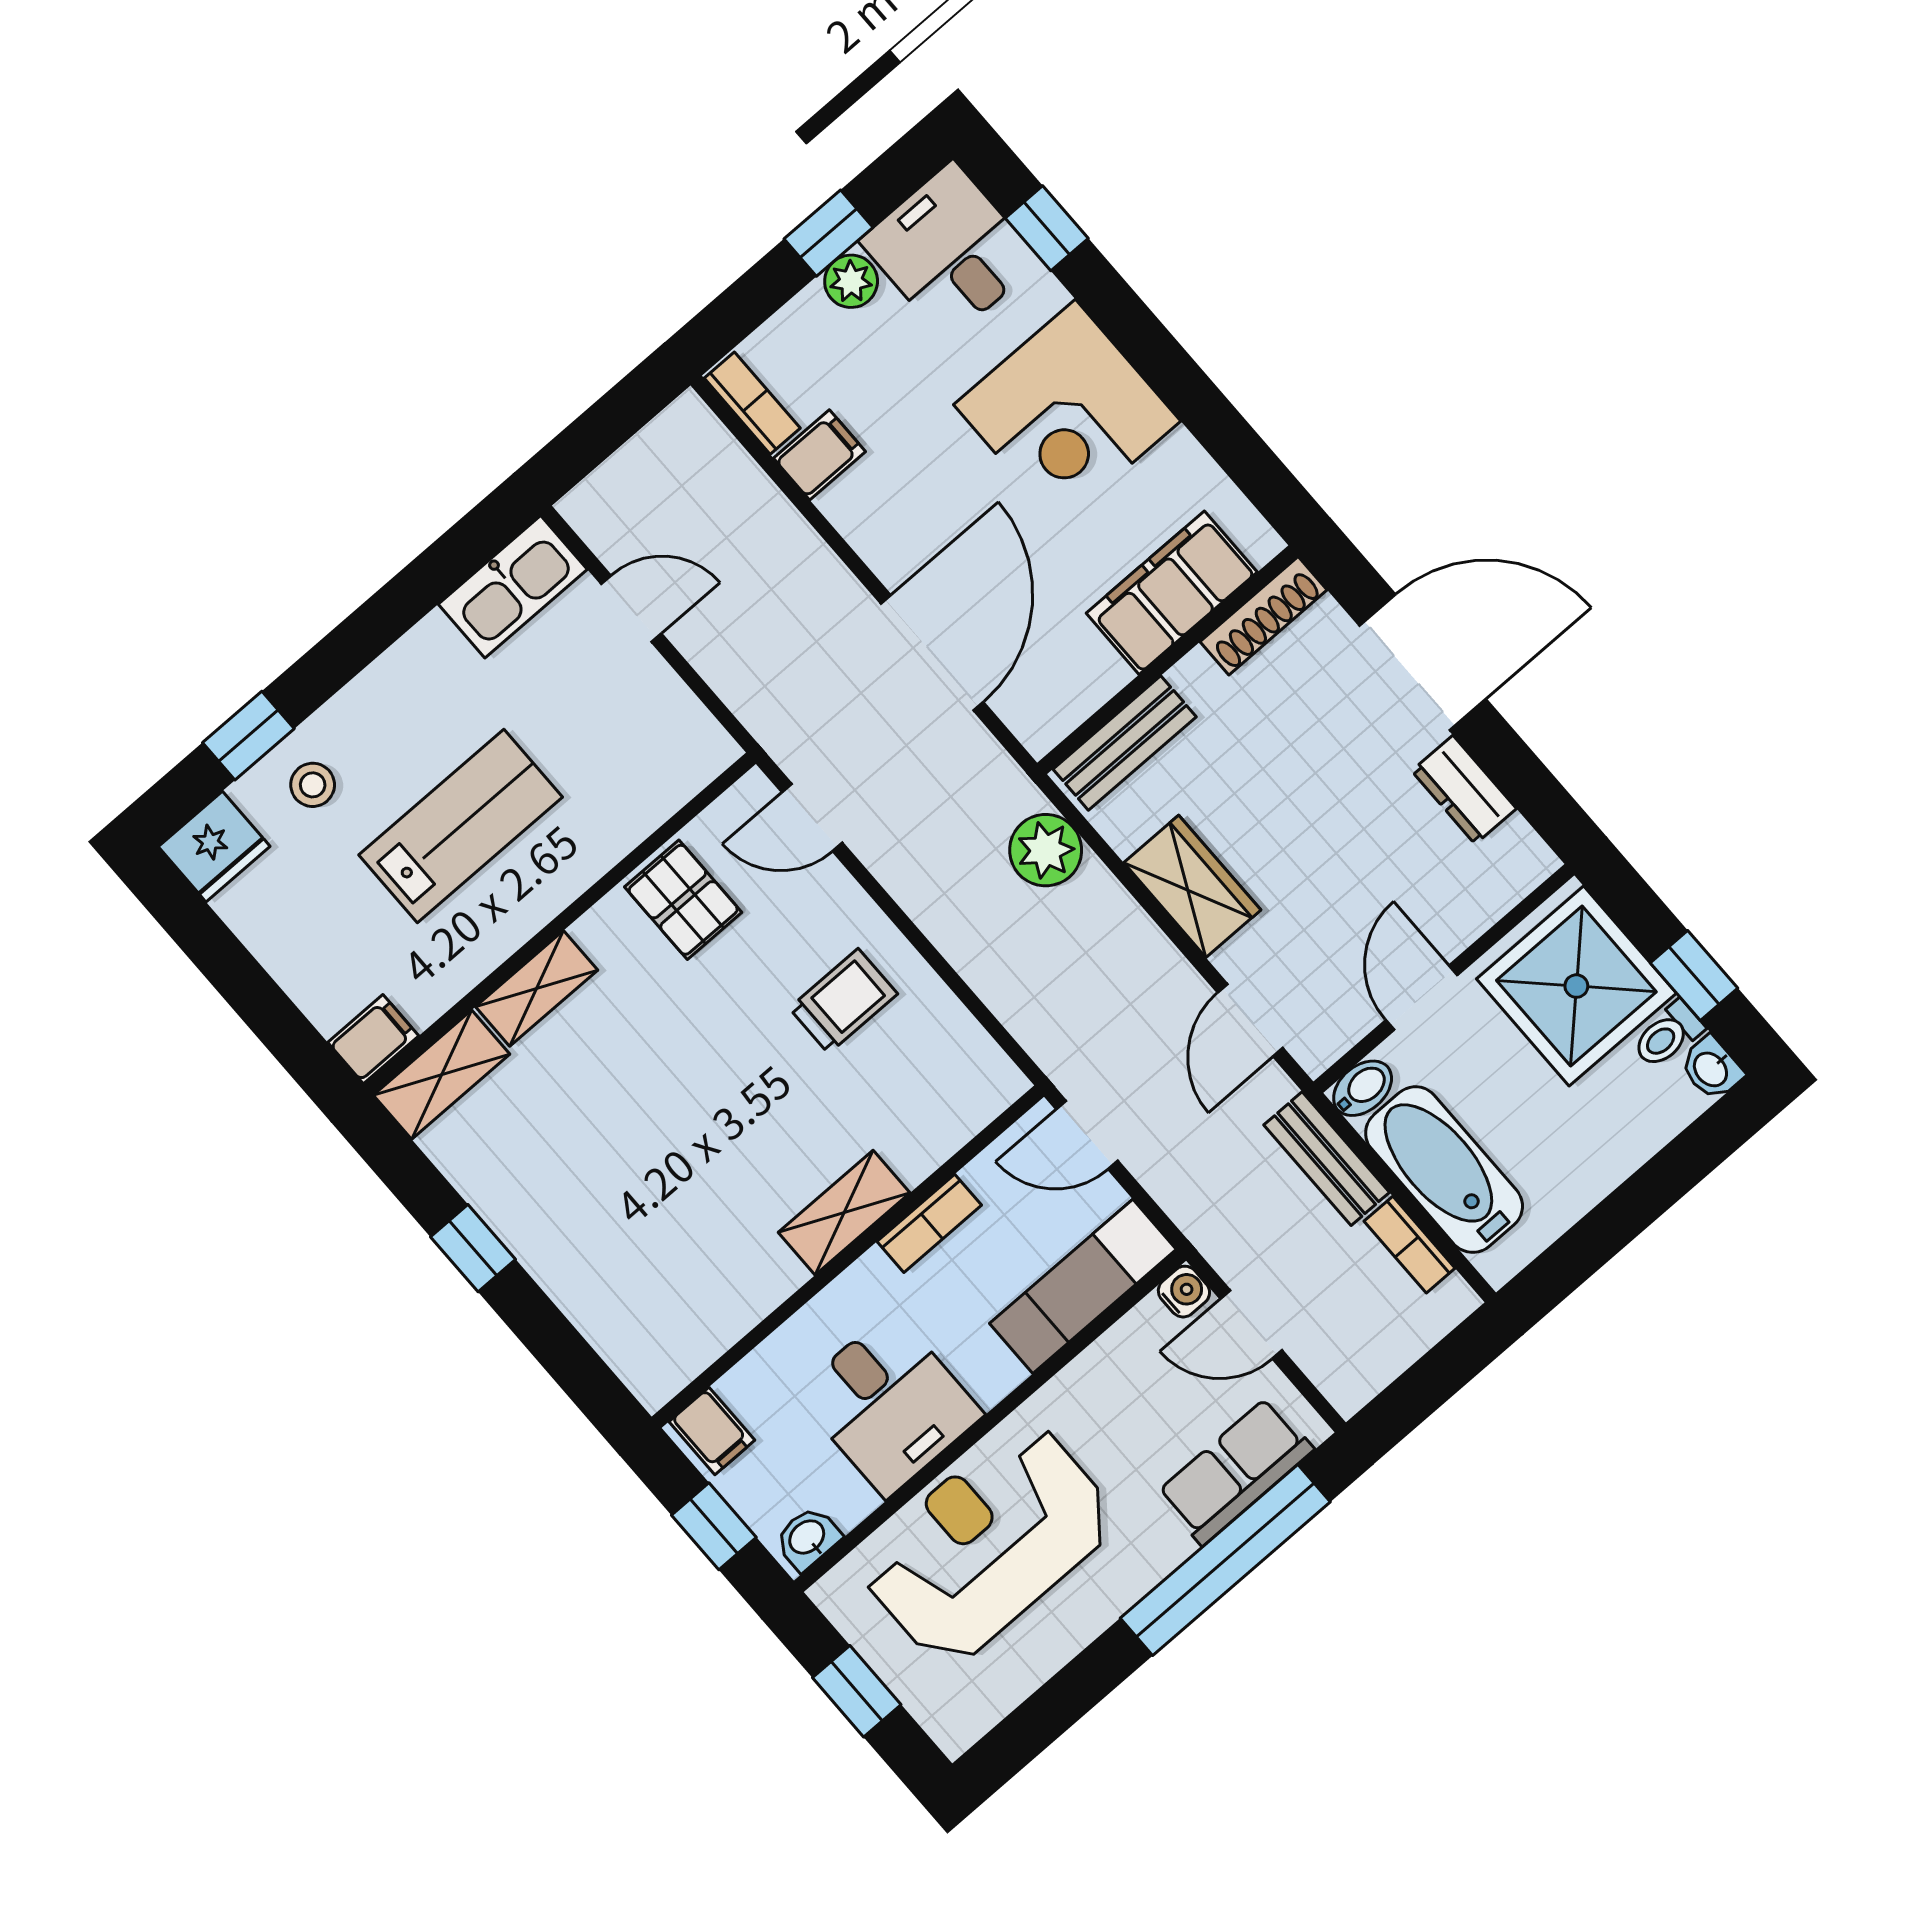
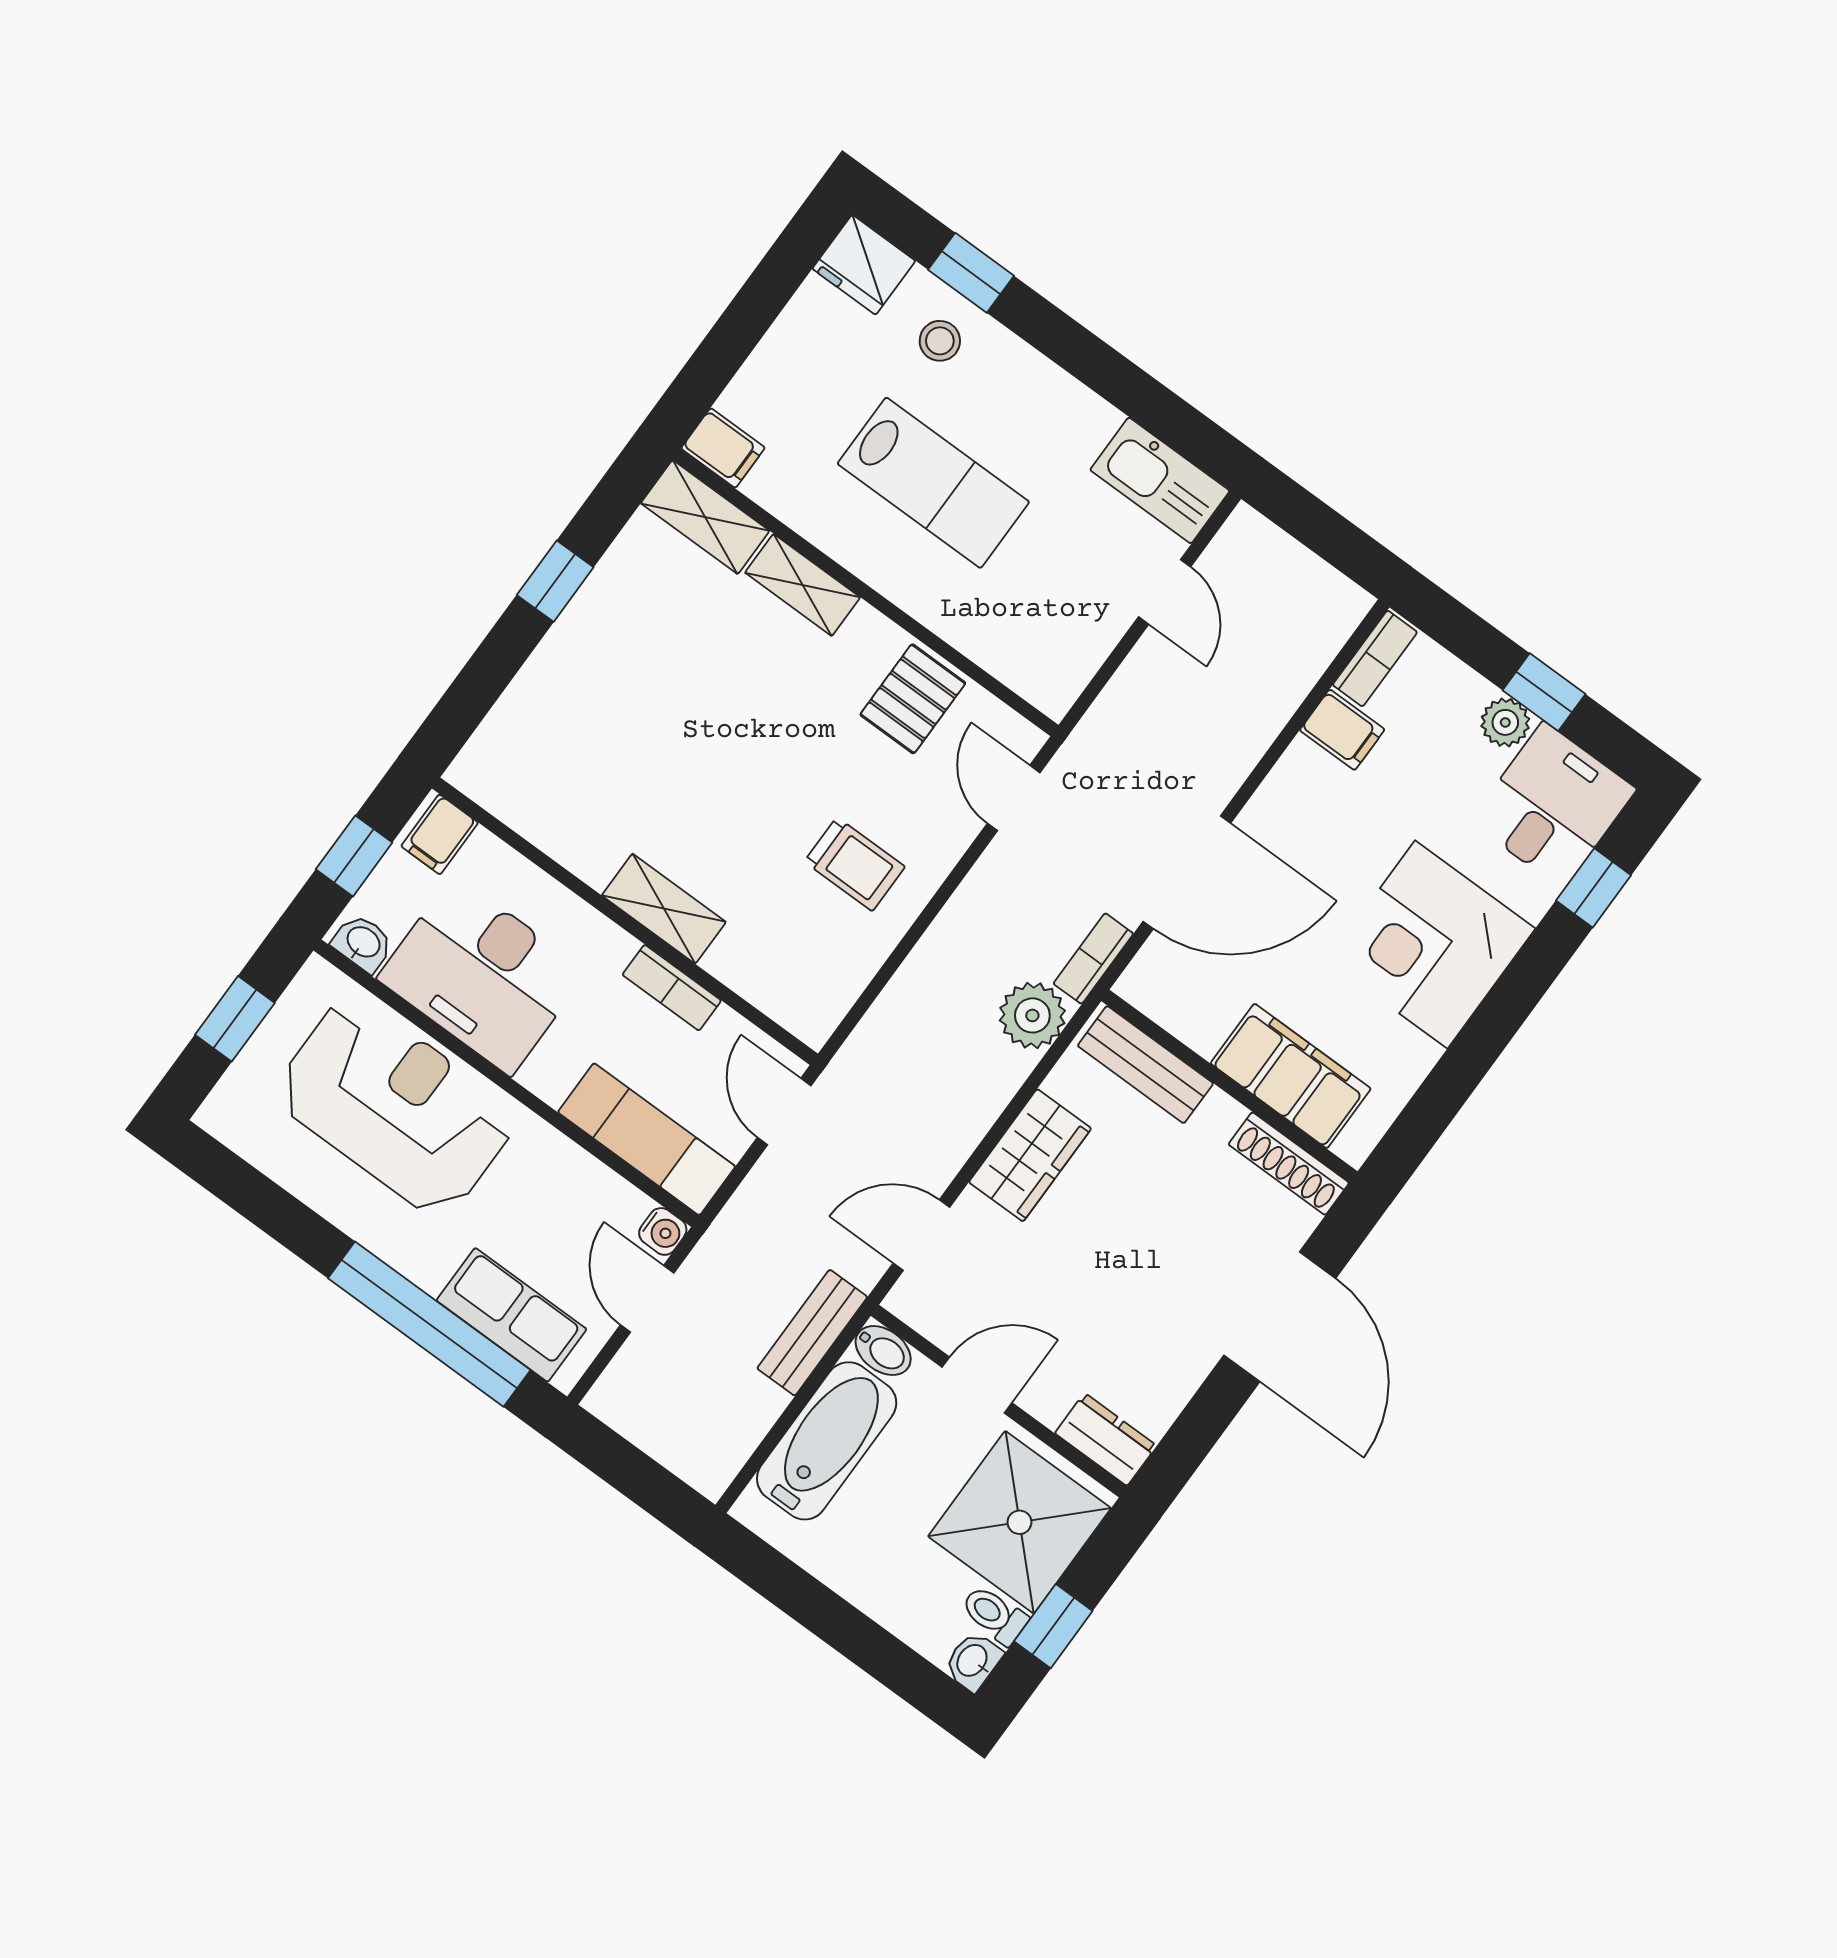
dresser: (1464, 790) -> (1106, 1439), moved, turned 90
bookcase: (1410, 1245) -> (1093, 959), moved
desk: (889, 1404) -> (482, 975), width x1.37

